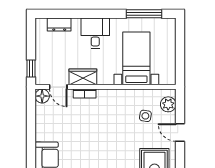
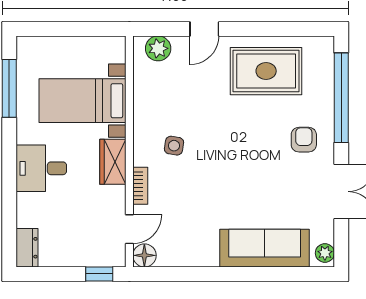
dresser: (59, 24) -> (27, 248), moved
wardrobe: (83, 77) -> (113, 162), moved
side table: (145, 116) -> (174, 146), moved

